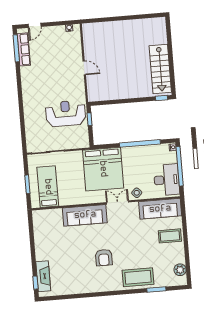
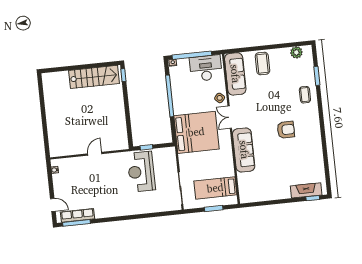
coffee table: (138, 277) -> (305, 95), width x0.54, depth x0.58

